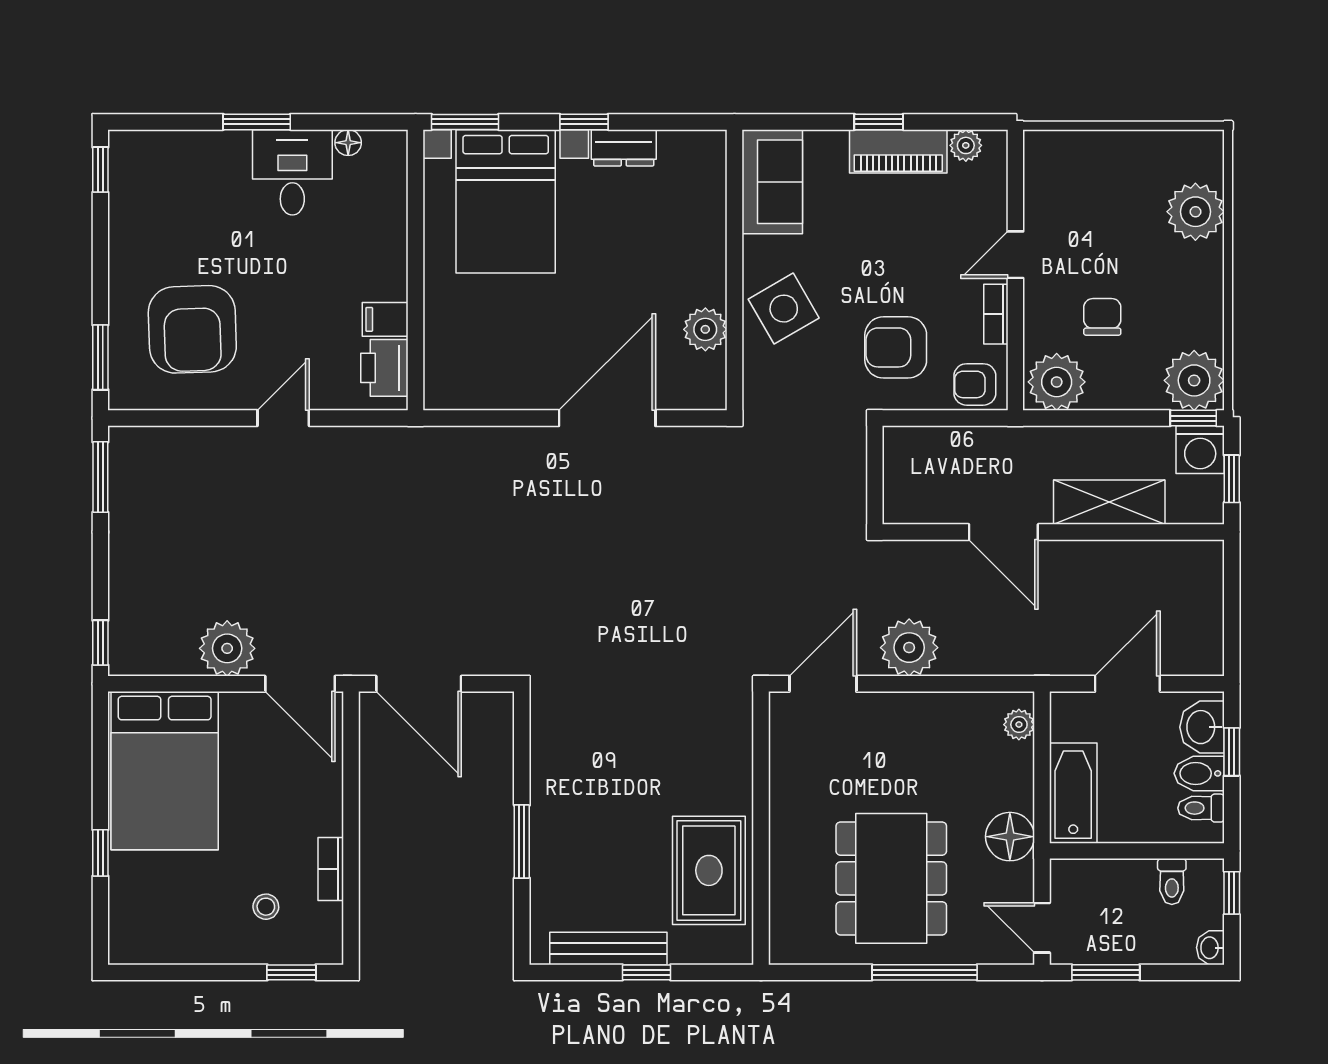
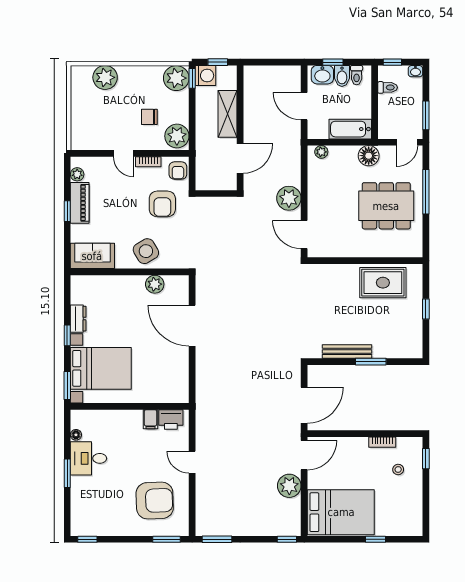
wall: (875, 475) -> (216, 193), moved
bench: (608, 948) -> (347, 351), moved, turned 90

